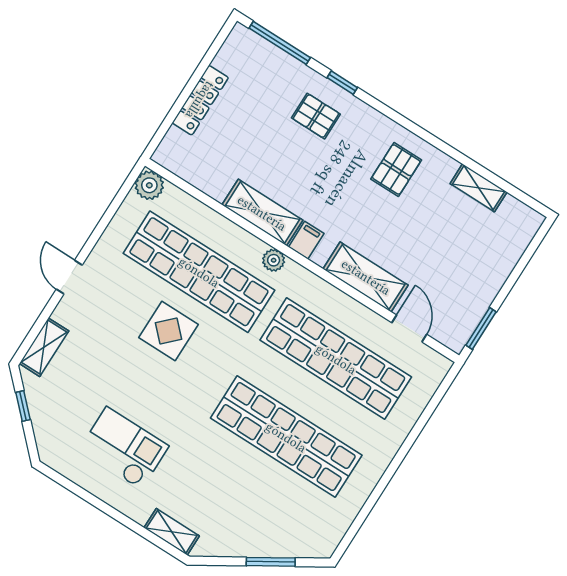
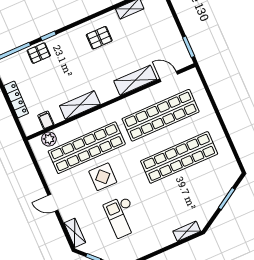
pallet: (316, 116) -> (39, 53), moved
pallet: (396, 169) -> (99, 38), turned 90
plant: (149, 185) -> (49, 139), moved
filing cabinet: (306, 240) -> (46, 120), moved
plant: (274, 260) -> (103, 114), removed
checkout: (124, 448) -> (122, 217), moved, turned -90

